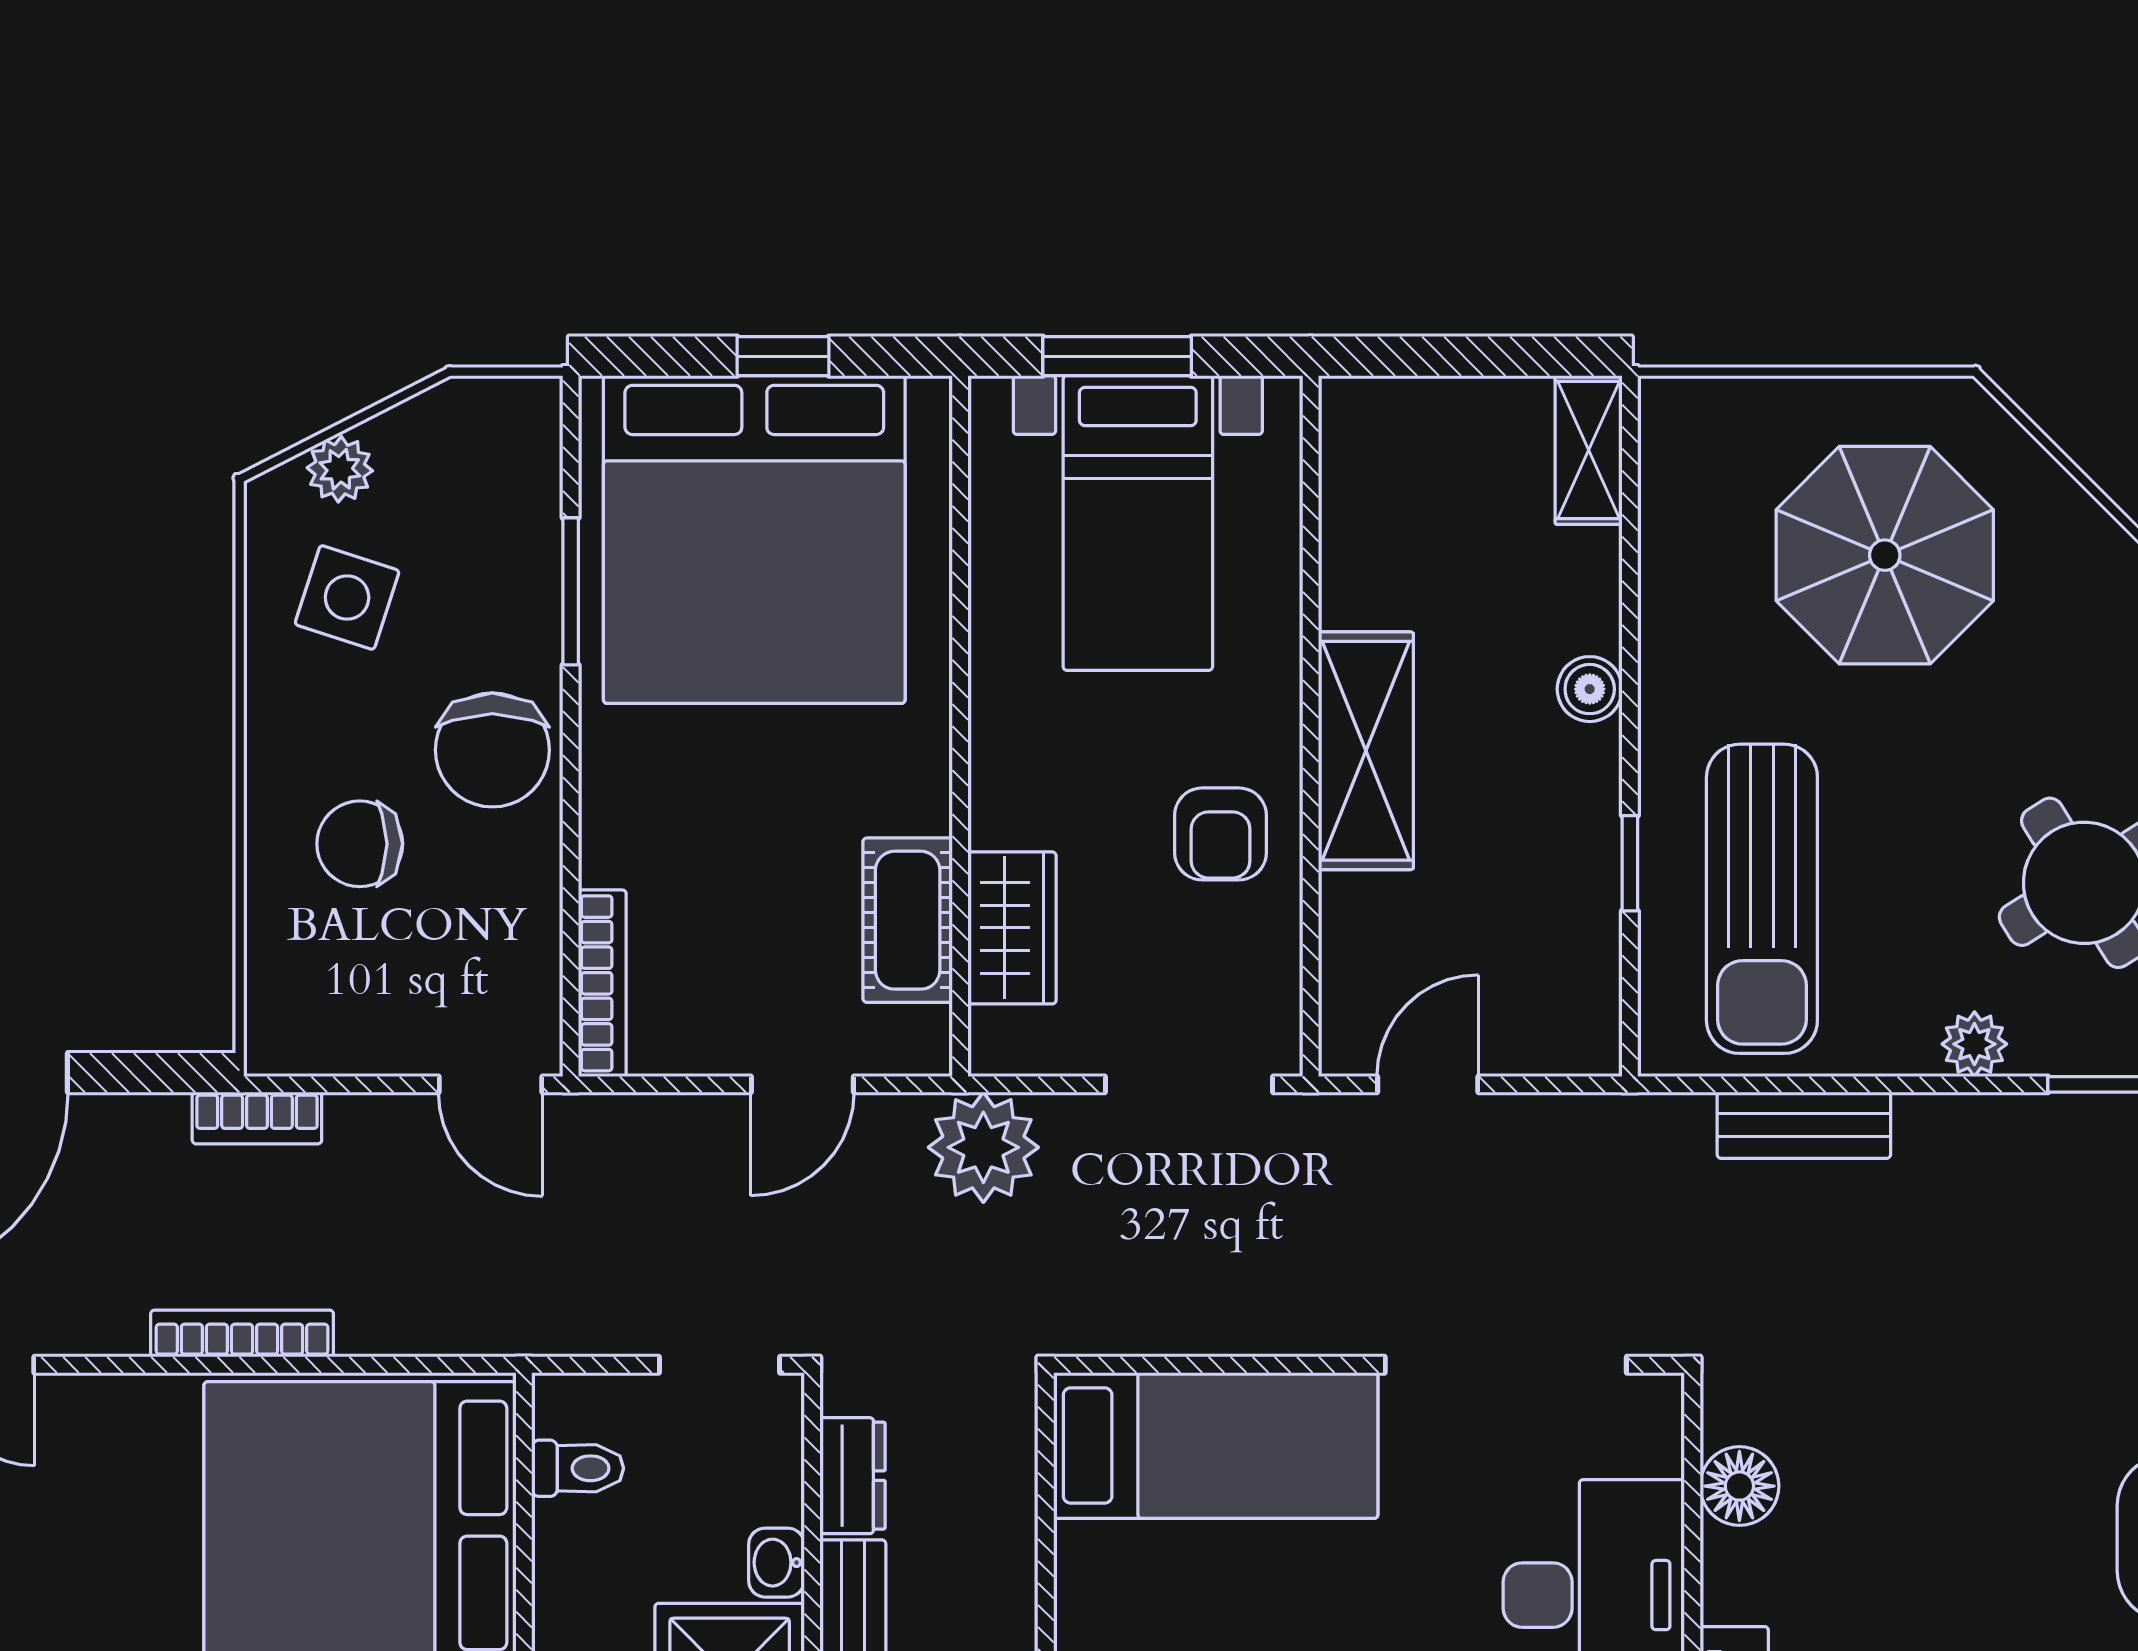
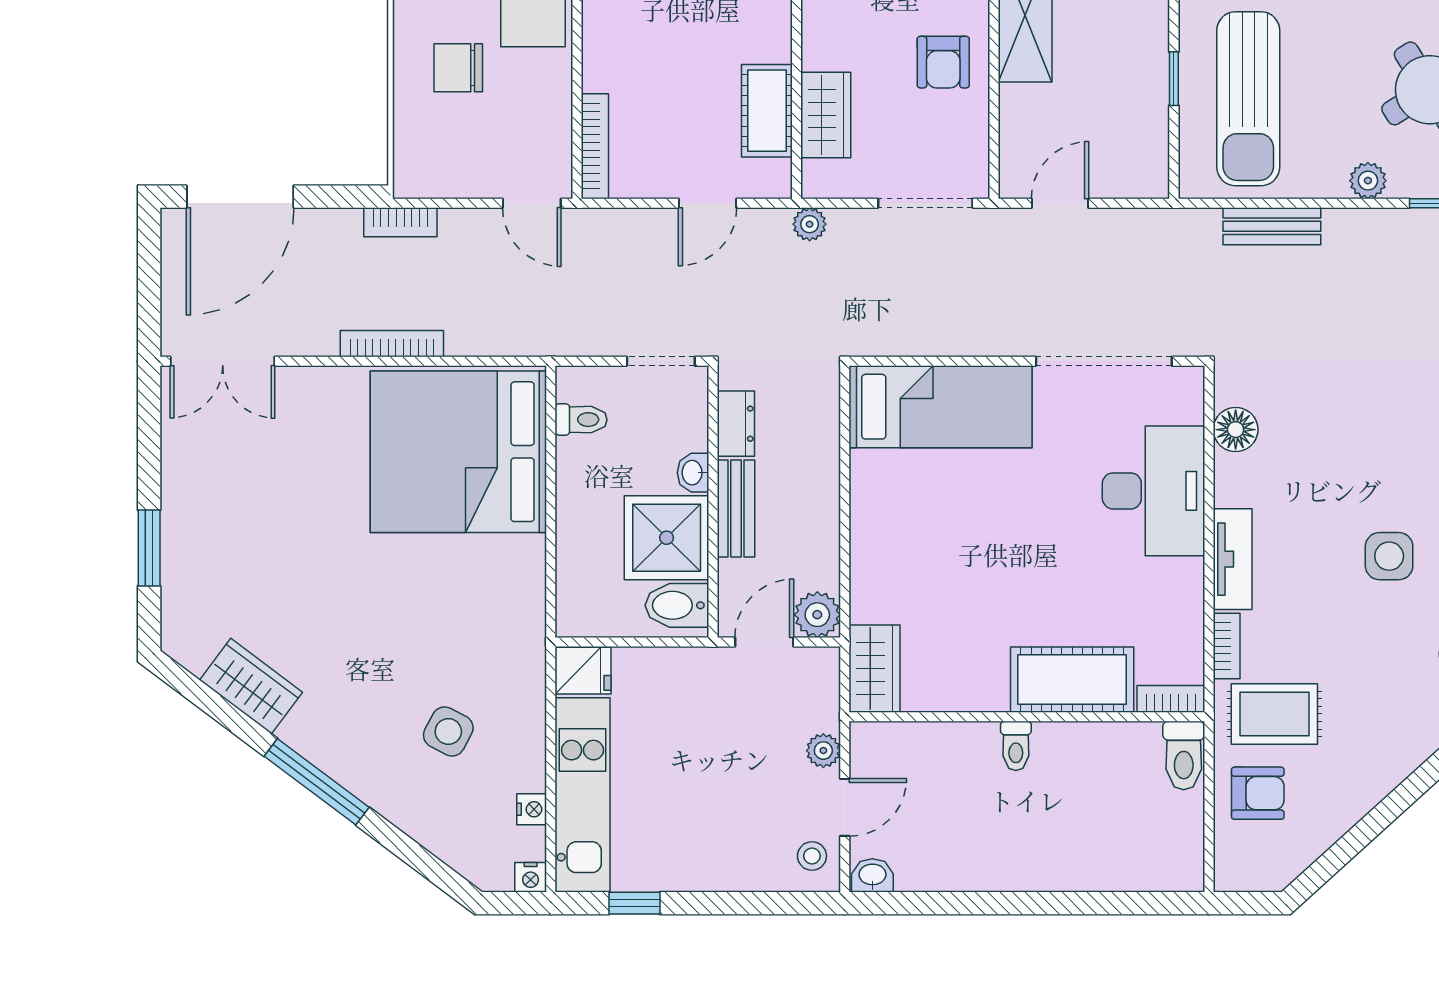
plant: (983, 1147) -> (810, 224), width x0.53, depth x0.53

